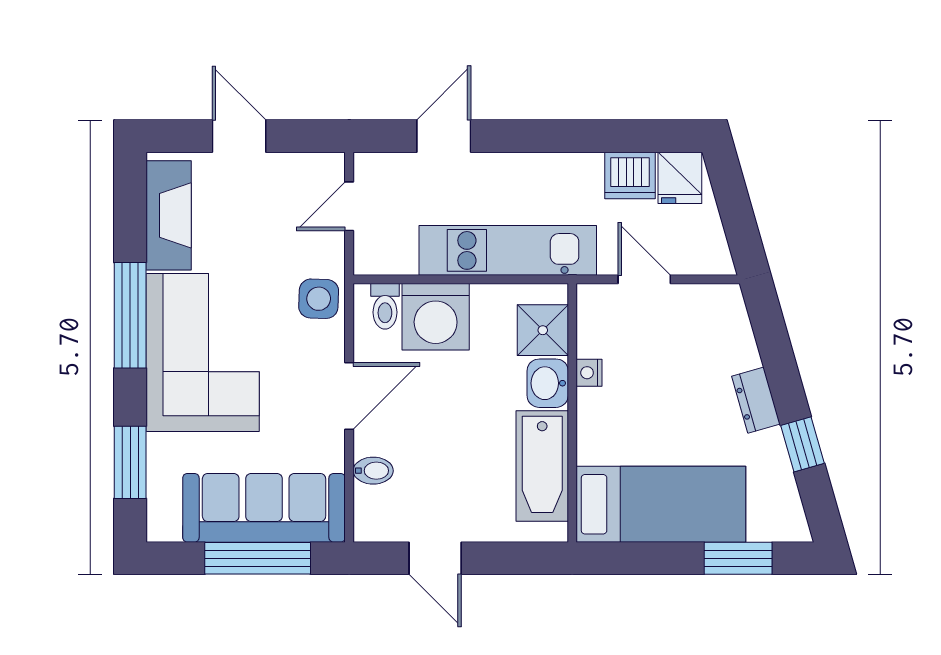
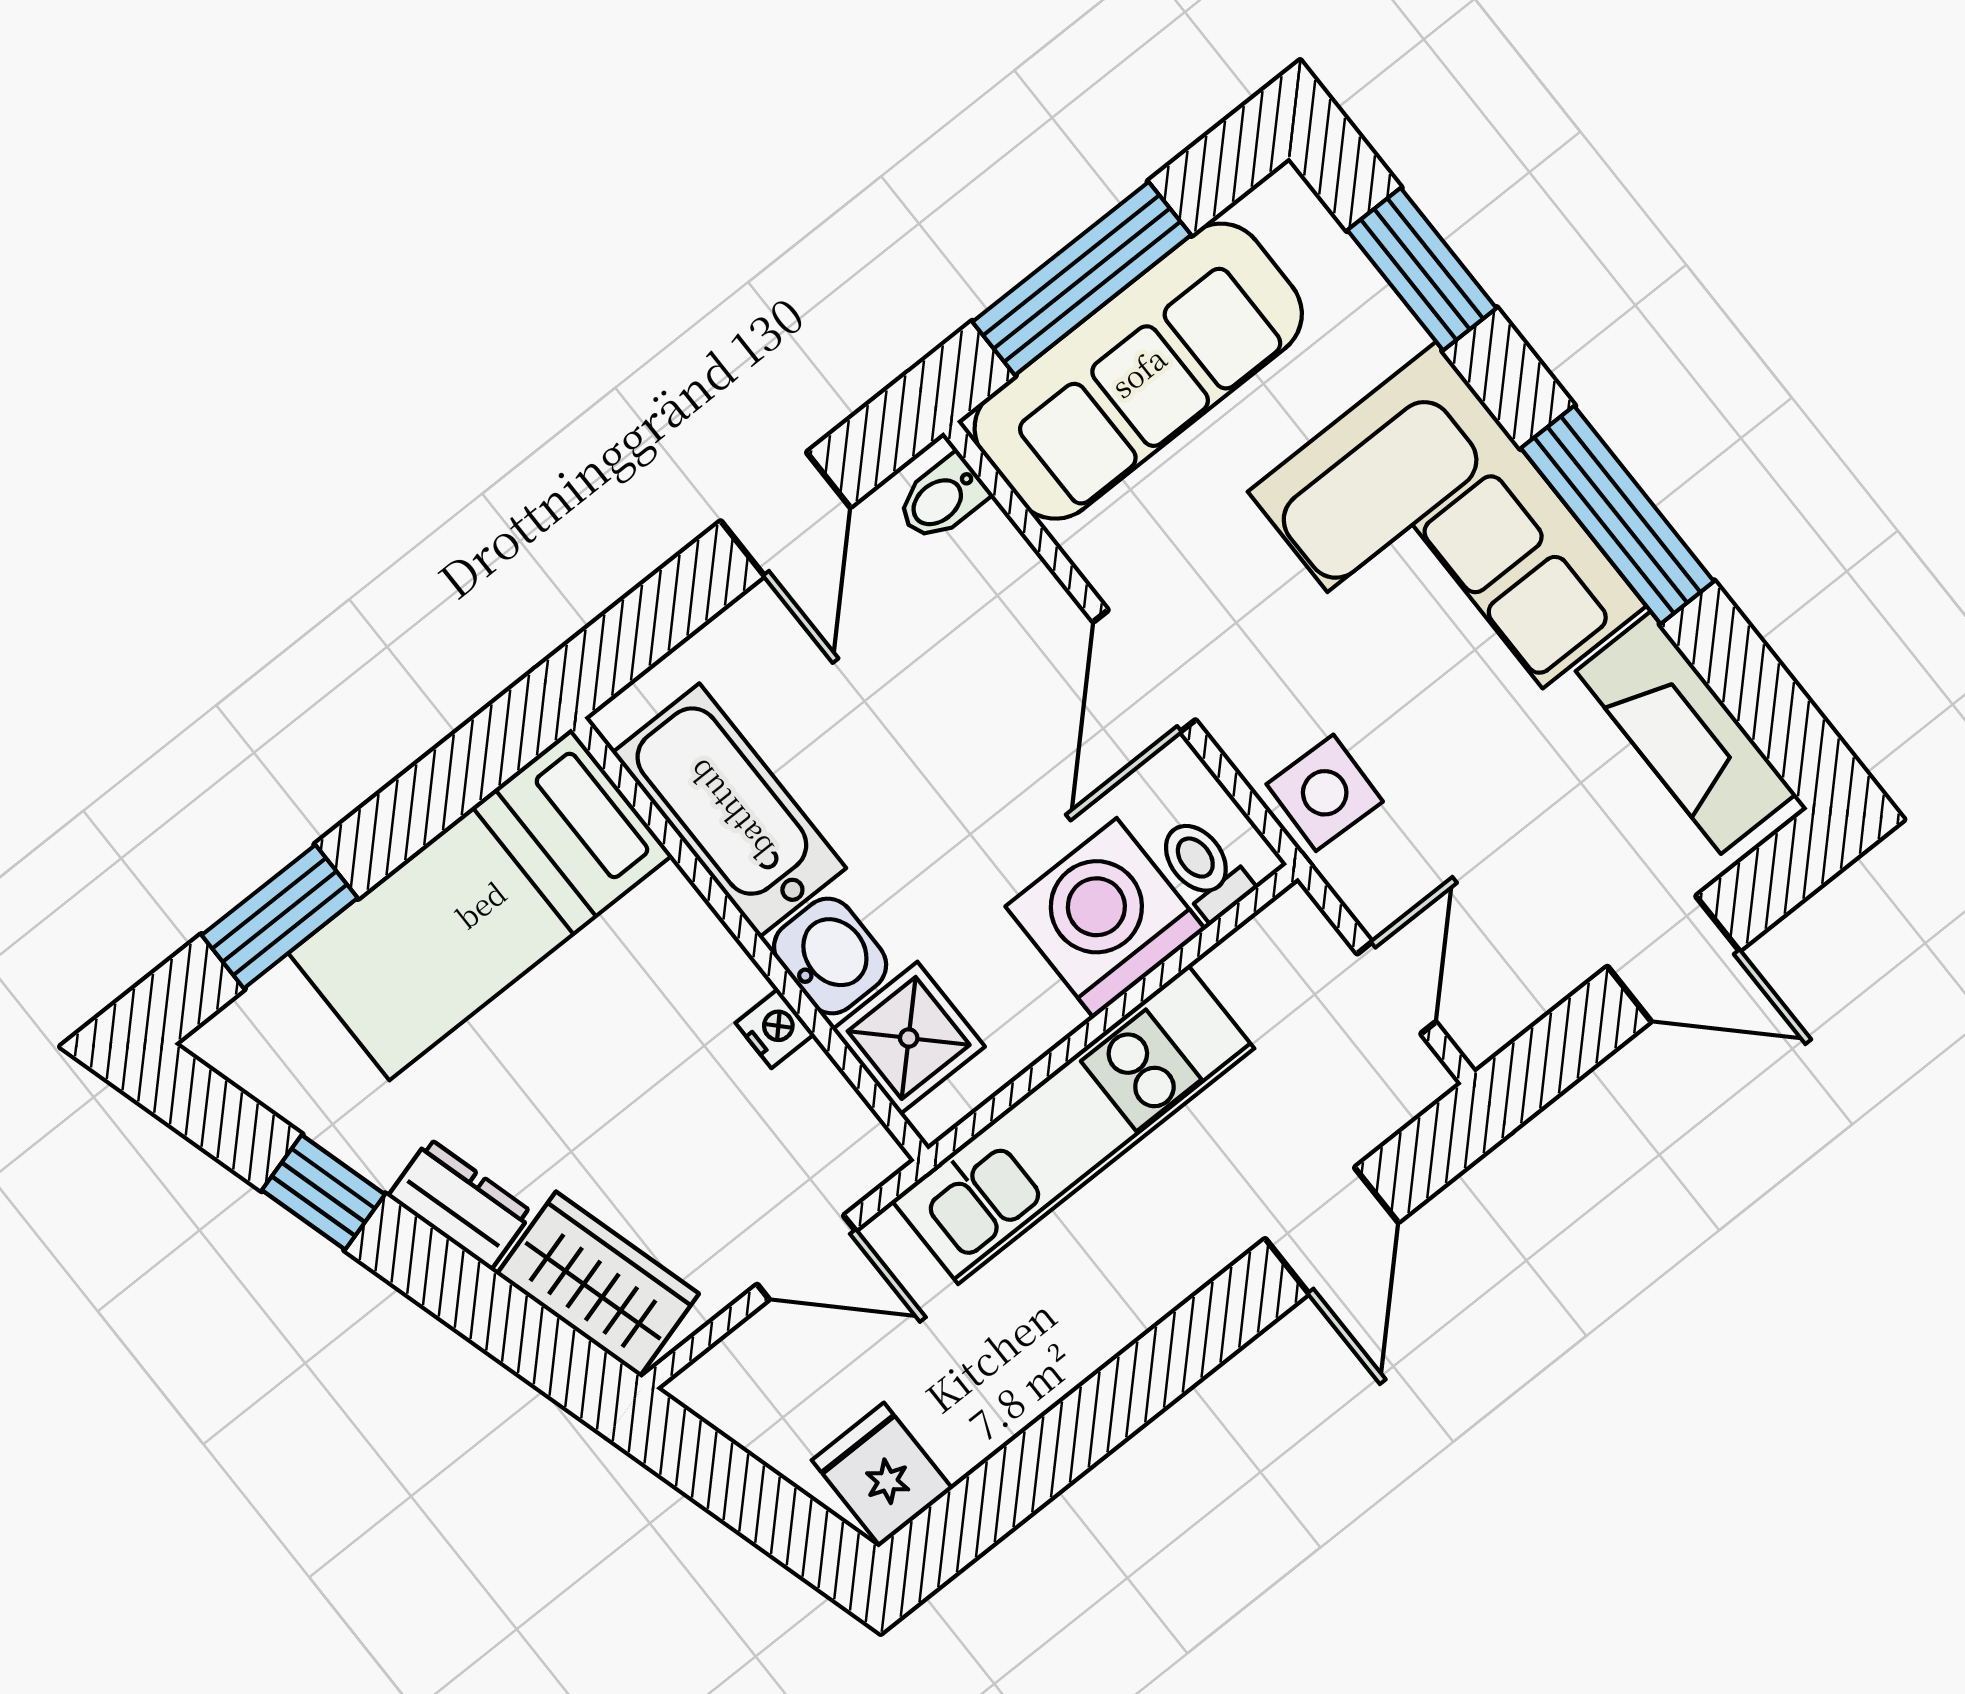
dishwasher: (630, 175) -> (969, 1412), removed
wardrobe: (729, 331) -> (598, 1284), added
bidet: (373, 471) -> (942, 498), moved
door: (435, 558) -> (786, 514), swing flipped

